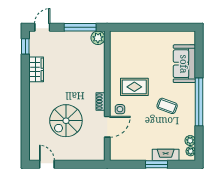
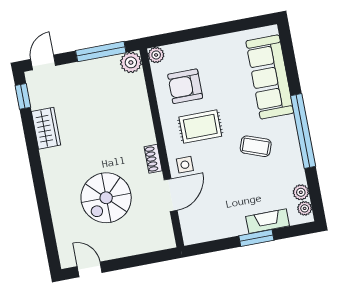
plant: (115, 36) -> (156, 55), added
armchair: (129, 59) -> (185, 86), added
sofa: (184, 64) -> (270, 77), width x1.36

